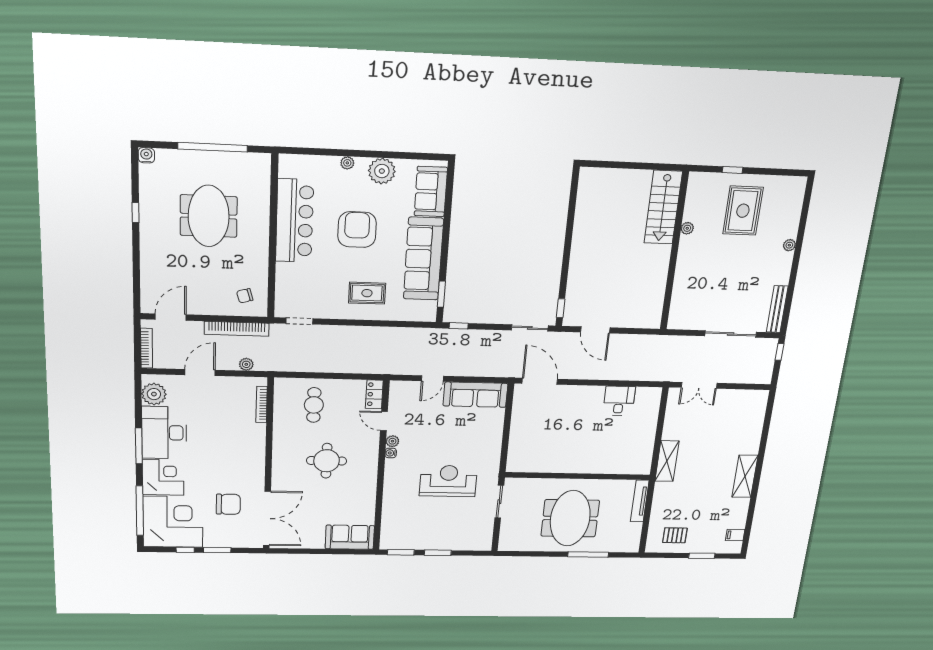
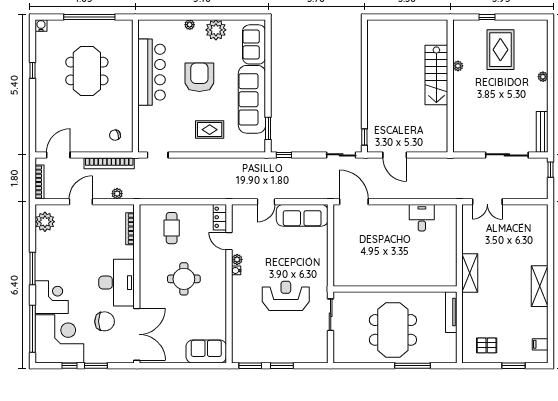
stairs: (663, 207) -> (436, 75), moved
desk: (164, 433) -> (116, 283), moved, turned 180

